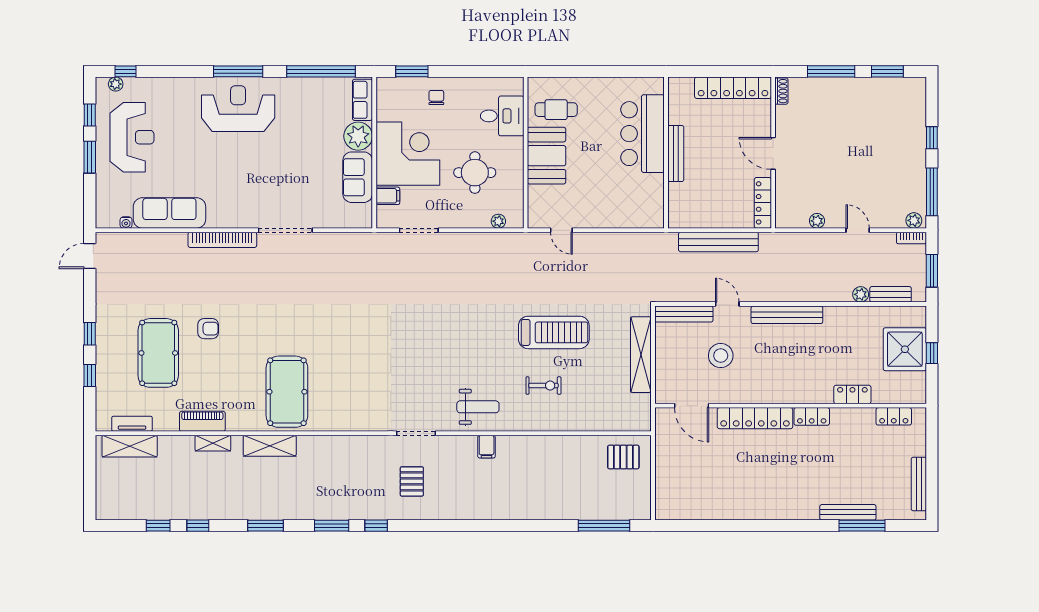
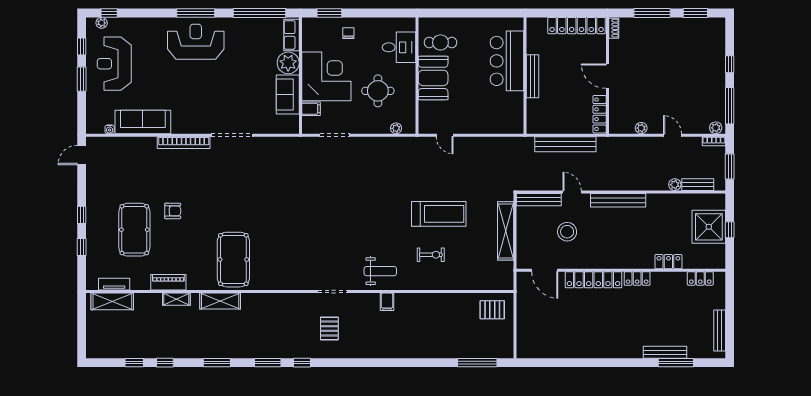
reception desk: (132, 137) -> (114, 64), turned 180

